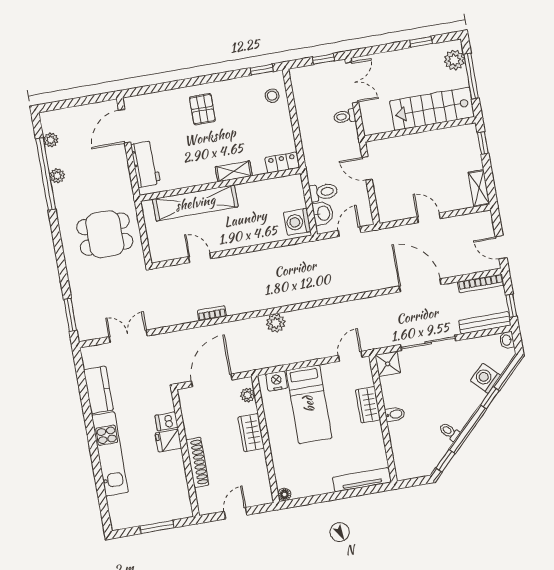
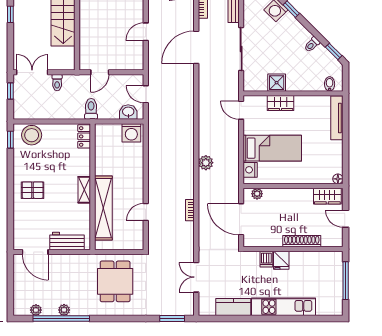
stool: (272, 96) -> (32, 135), width x1.89, depth x1.89
shelving: (234, 171) -> (84, 190), moved
toilet: (323, 192) -> (91, 109), moved
shower: (388, 364) -> (277, 83), moved
bidet: (395, 414) -> (330, 84), moved
wardrobe: (251, 433) -> (327, 196), moved
window: (157, 527) -> (346, 281), width x1.44

